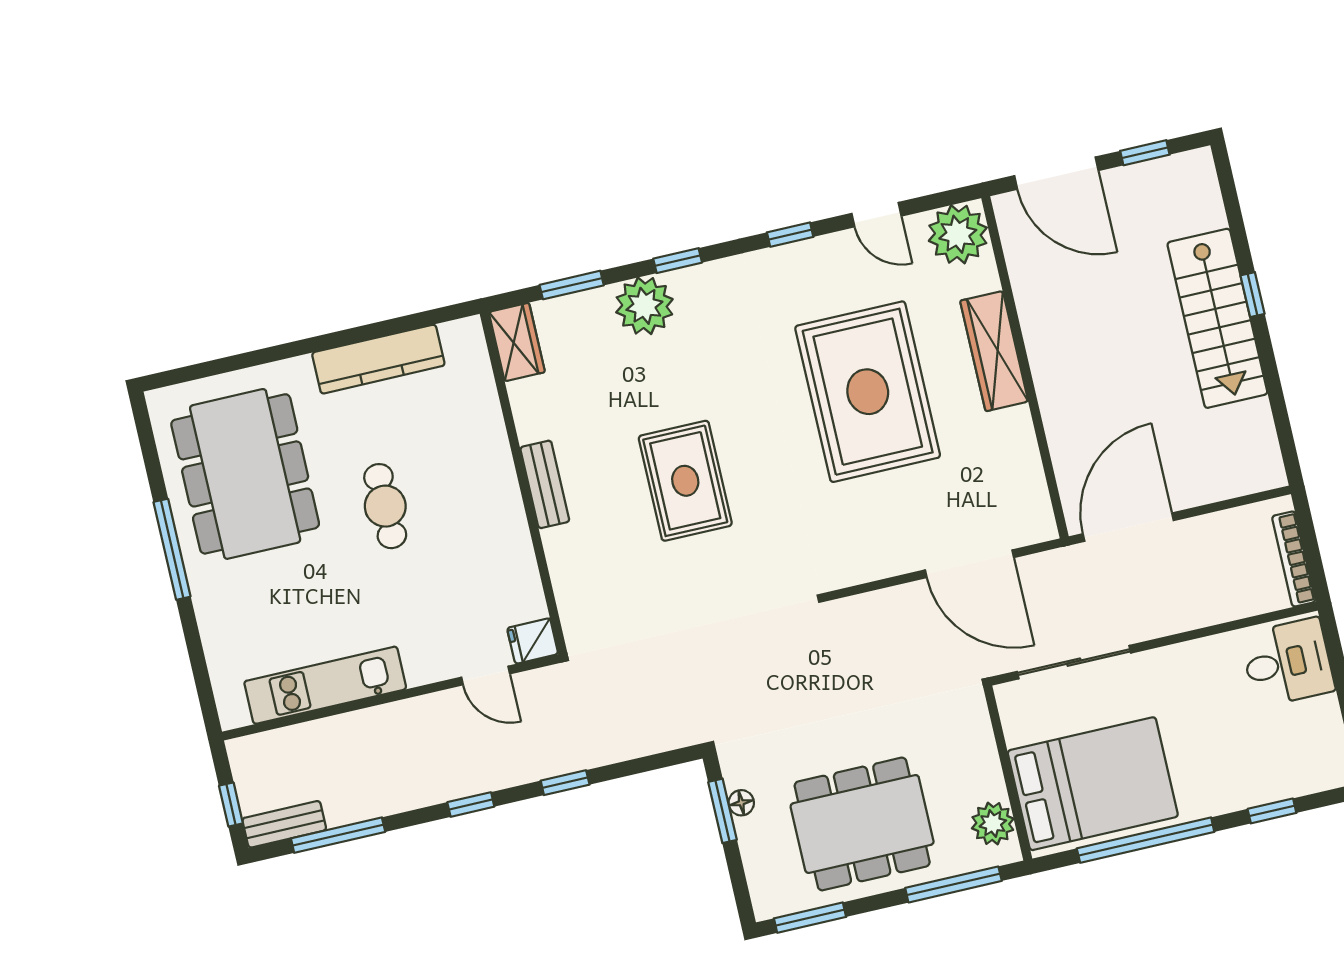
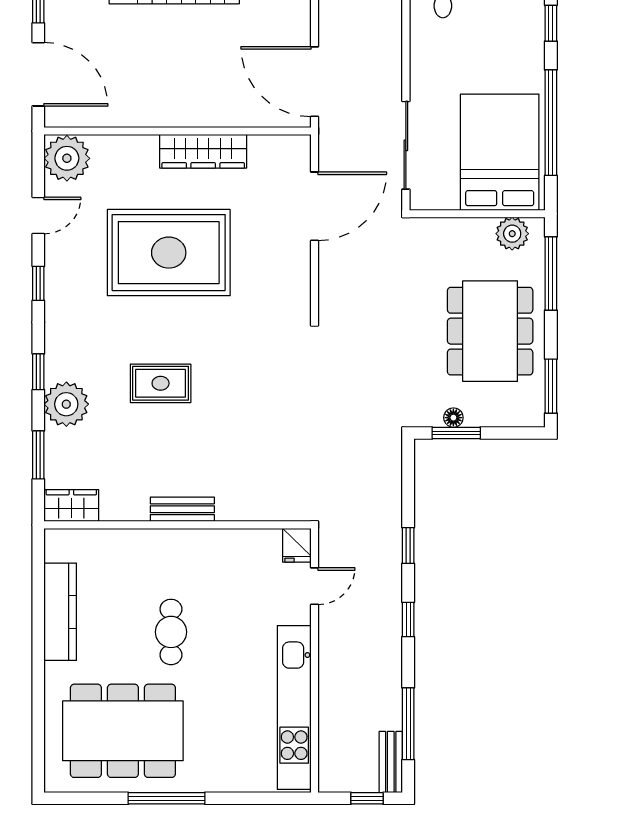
door: (1056, 173) -> (38, 74), hinge flipped
wardrobe: (994, 351) -> (203, 151), moved
rug: (685, 481) -> (161, 383), moved, width x0.73, depth x0.70
cafe table: (385, 506) -> (171, 632), turned 90
kitchen unit: (325, 685) -> (294, 707), width x1.36

